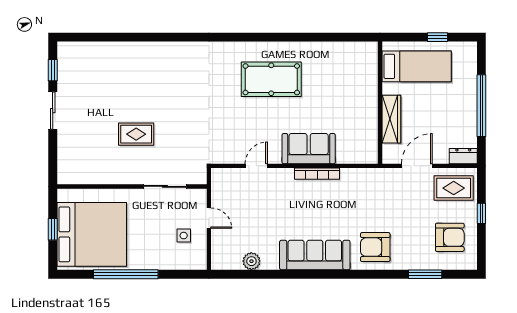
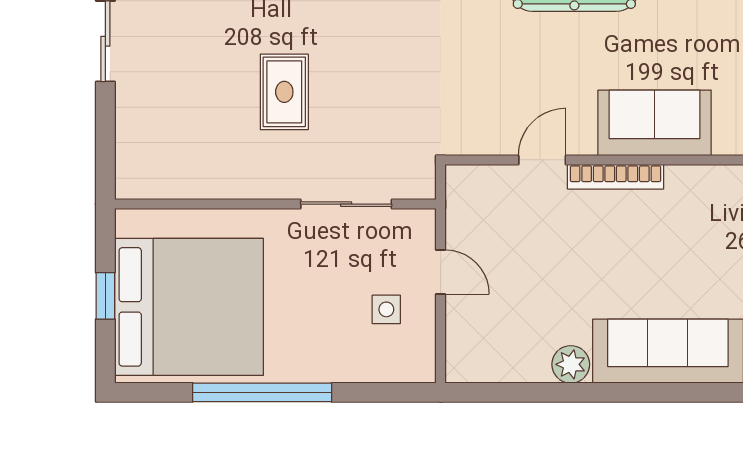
rug: (136, 134) -> (284, 92), turned 90
bookcase: (317, 174) -> (615, 177), moved
plant: (251, 261) -> (571, 364), moved

